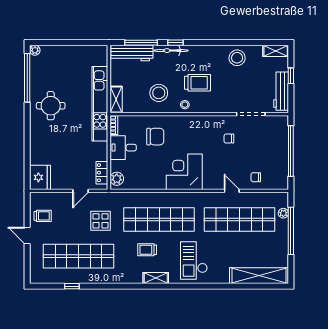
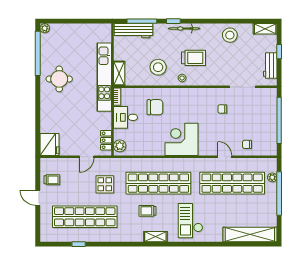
bicycle: (171, 51) -> (184, 28), moved
workbench: (281, 91) -> (270, 66), width x0.73

